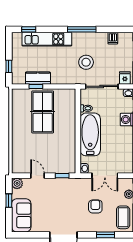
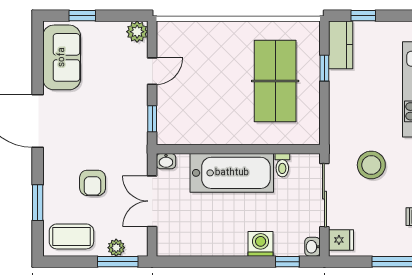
kitchen counter: (38, 78) -> (341, 45), moved
table tennis table: (43, 112) -> (275, 81), turned 90
window: (9, 201) -> (82, 16), moved
armchair: (95, 206) -> (93, 183), turned 90
sofa: (21, 215) -> (62, 57), moved, turned -90

